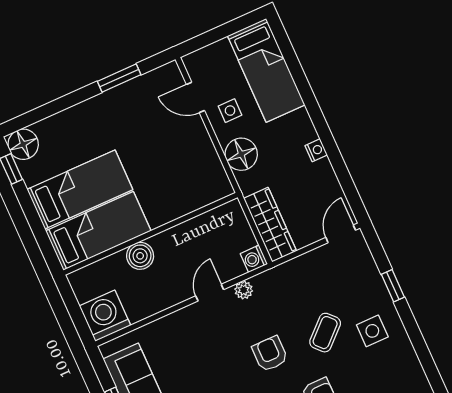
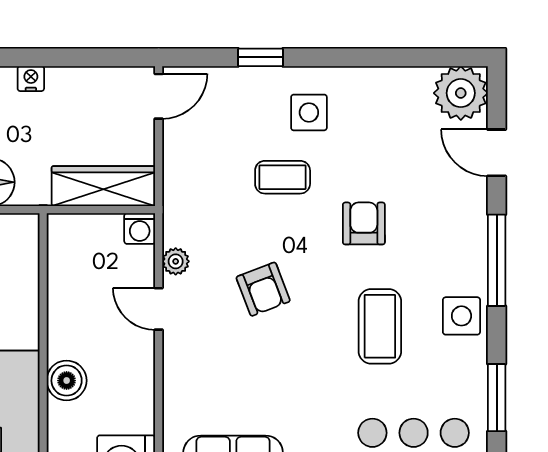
door: (341, 234) -> (159, 96), swing flipped
coffee table: (325, 333) -> (283, 177), turned -47
armchair: (270, 354) -> (263, 289), moved, turned -111

